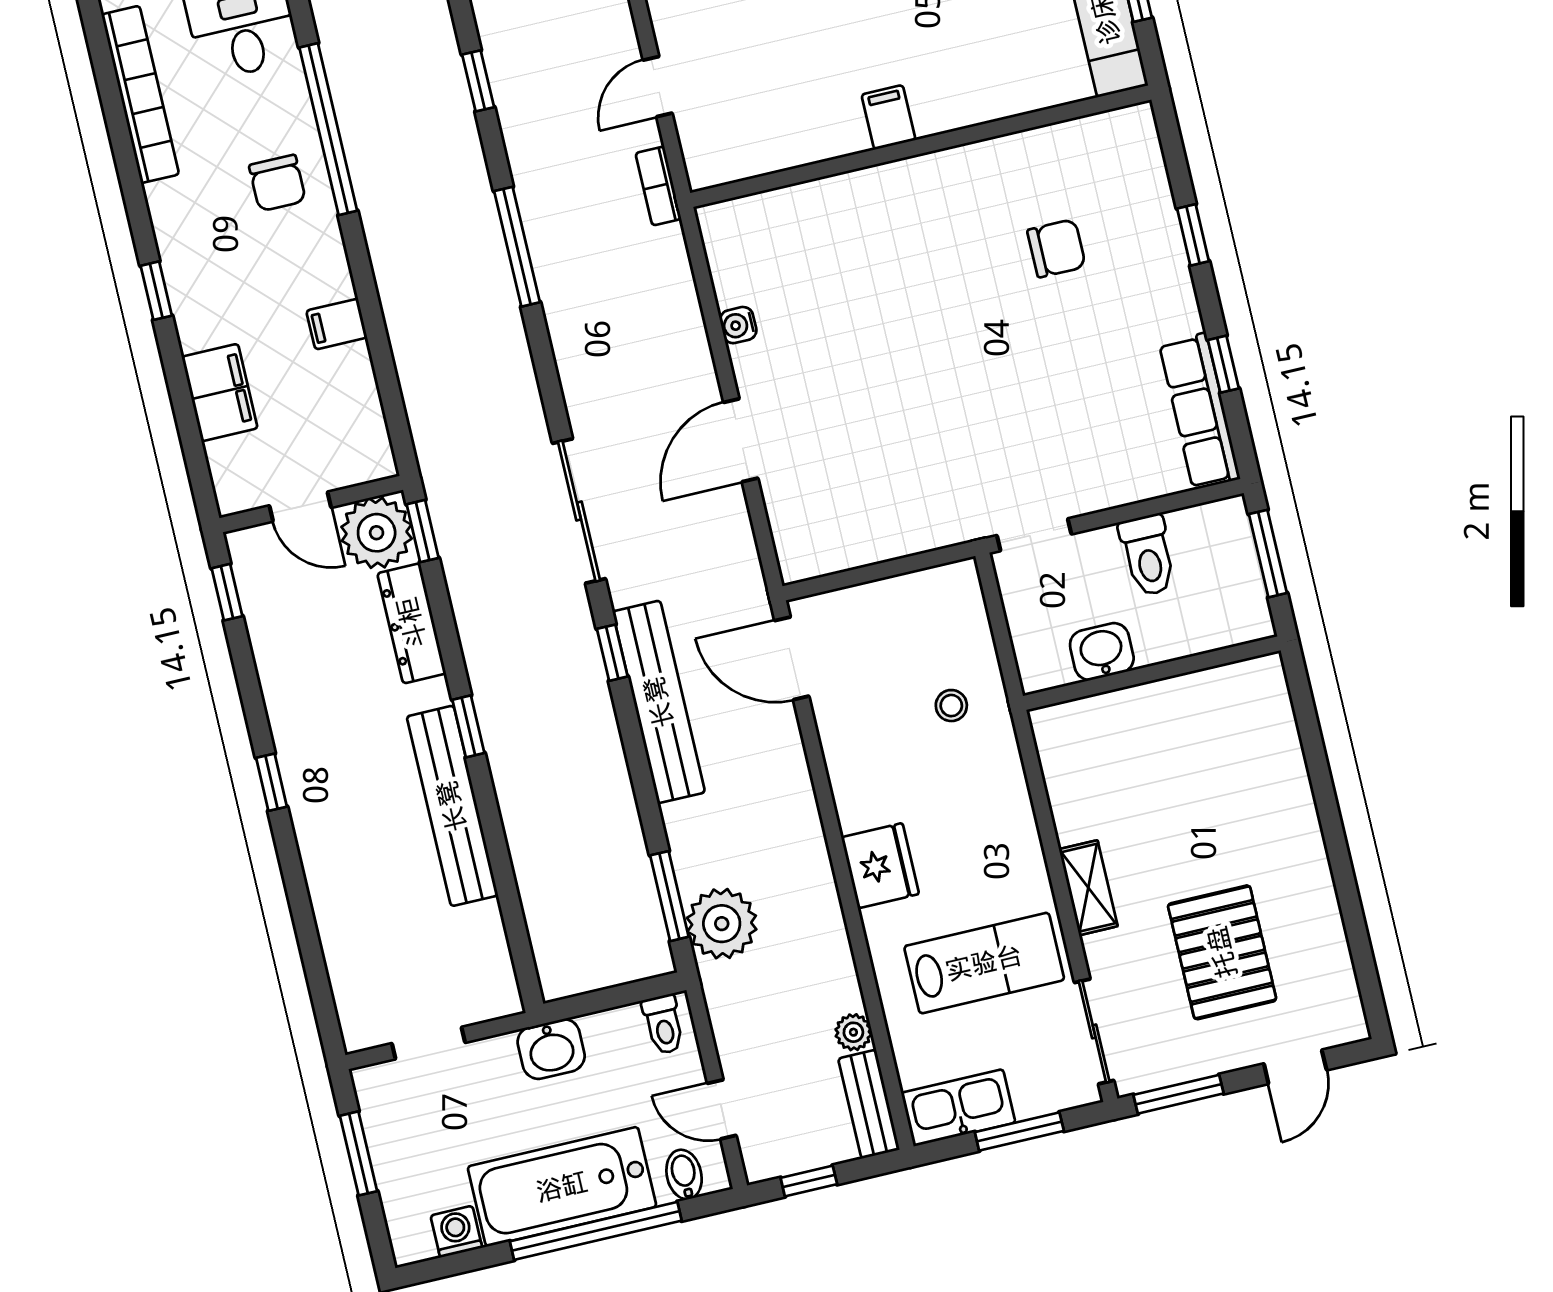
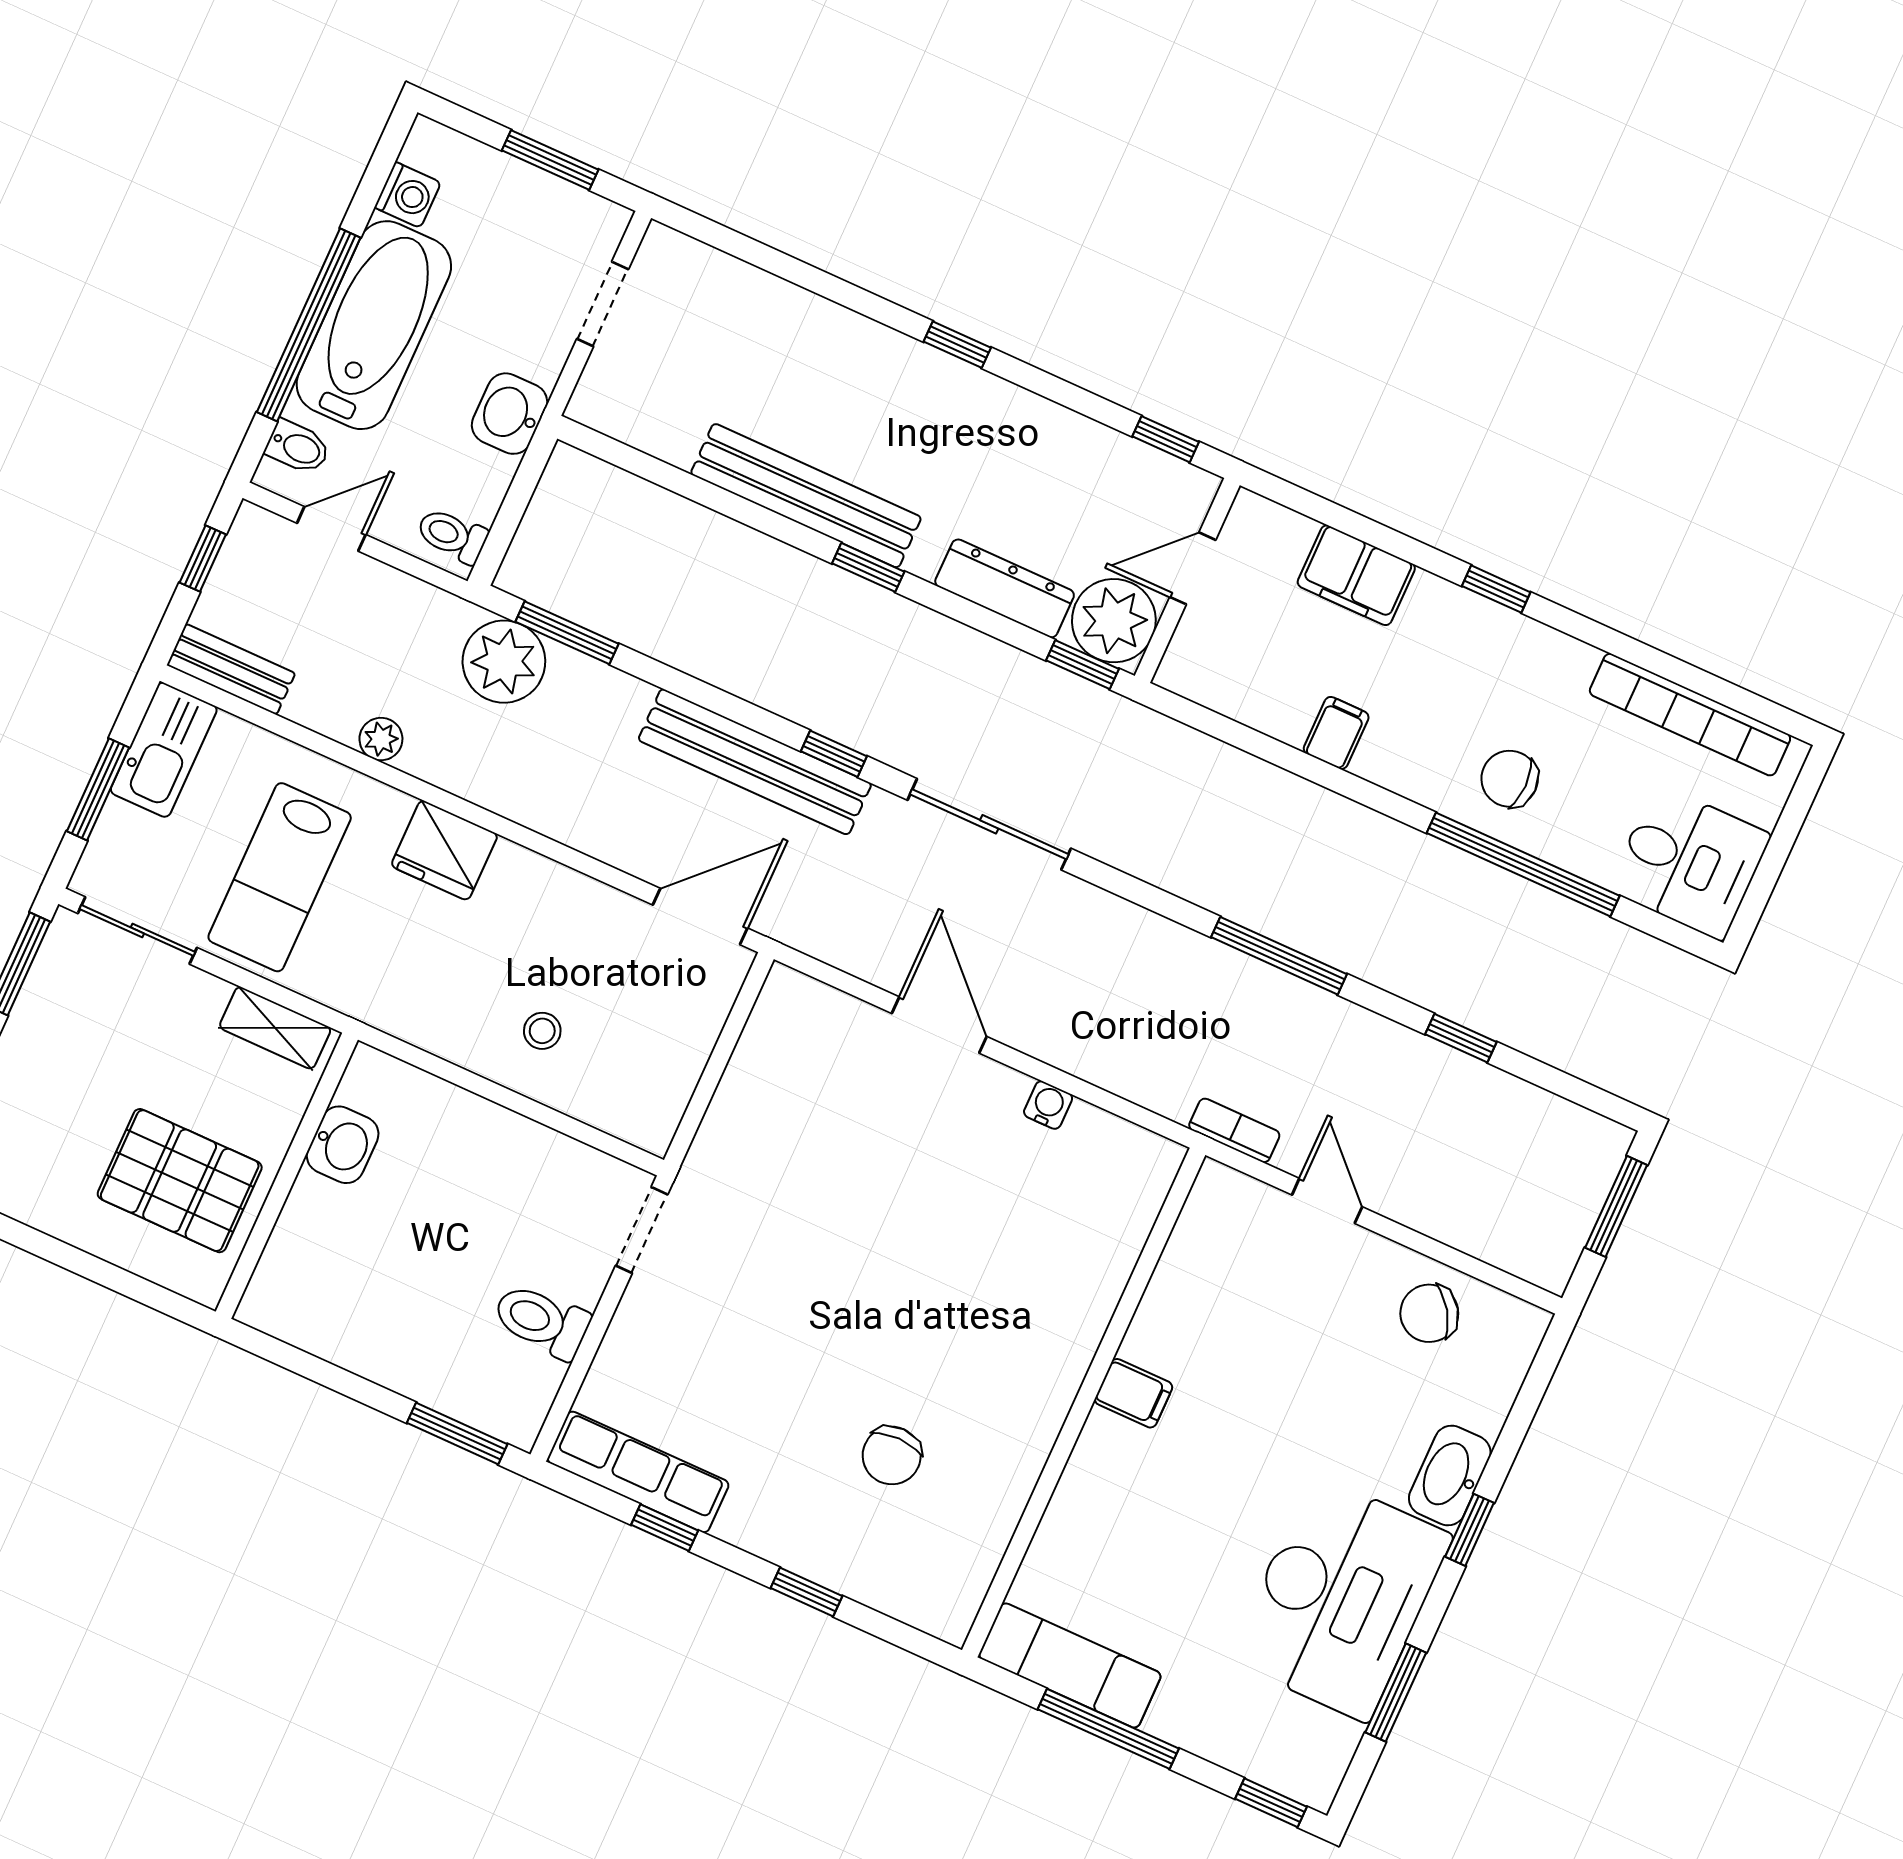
washbasin: (1102, 652) -> (343, 1145), moved
wall: (1152, 673) -> (287, 1176), moved
pallet: (1222, 952) -> (180, 1181), moved
plant: (853, 1032) -> (381, 739), moved

